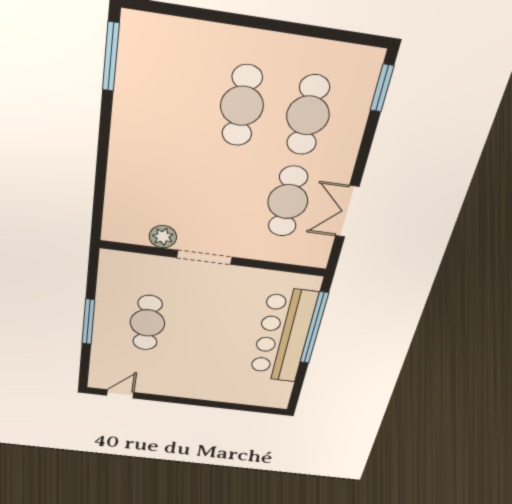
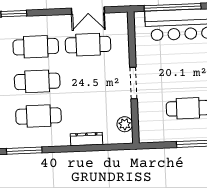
cafe table: (175, 96) -> (39, 116), added
dresser: (118, 170) -> (87, 139), added
plant: (163, 237) -> (125, 124), moved

